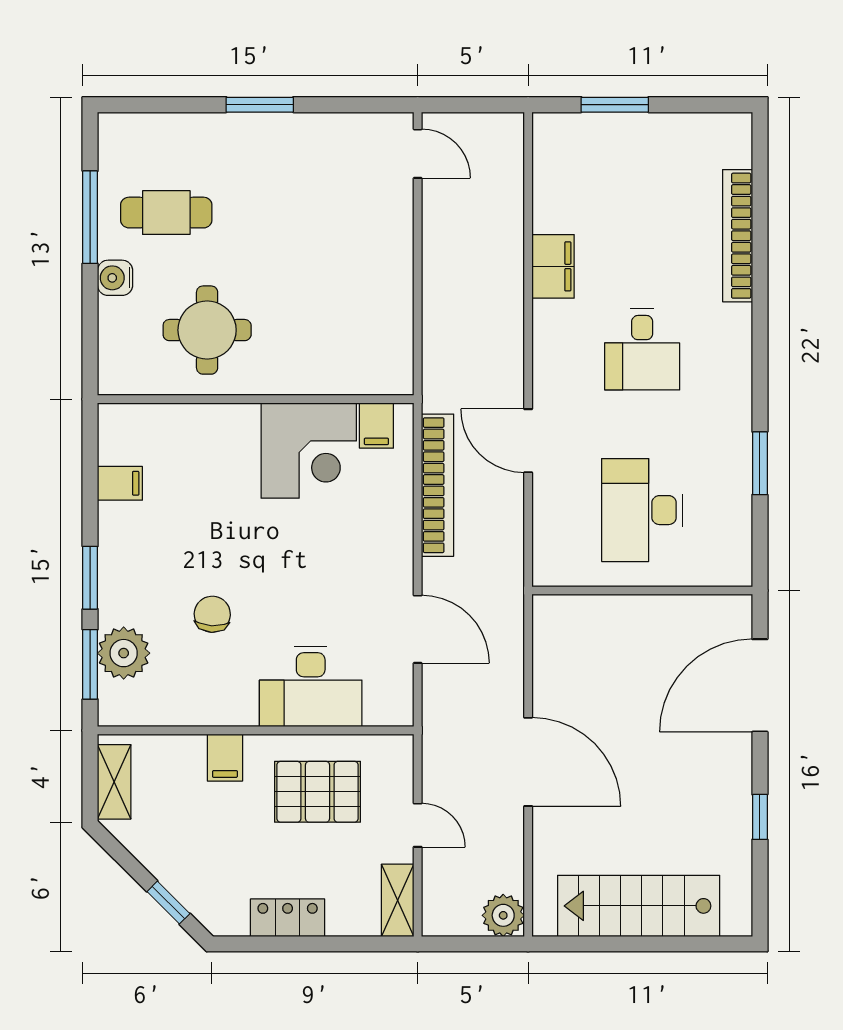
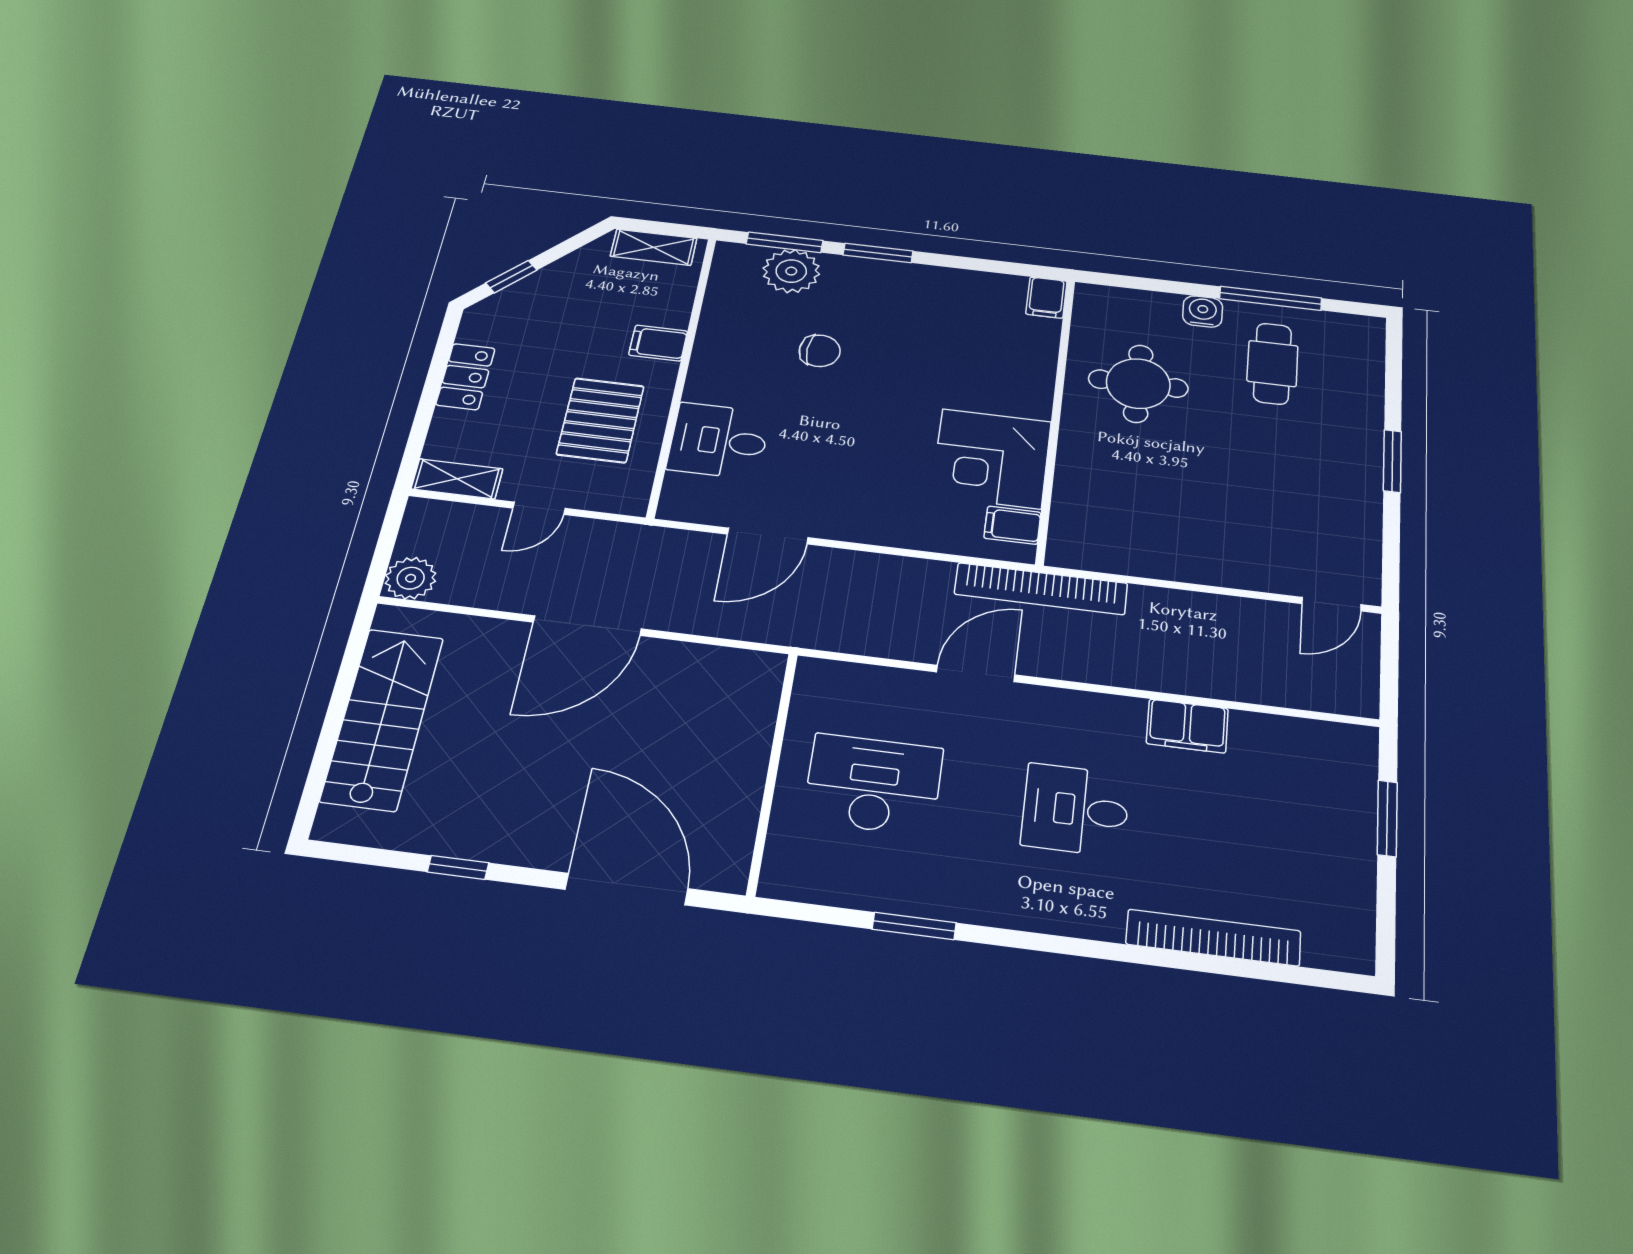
filing cabinet: (120, 483) -> (1046, 298), moved
bookcase: (437, 485) -> (1041, 589), moved
desk: (311, 686) -> (719, 441), width x0.73

